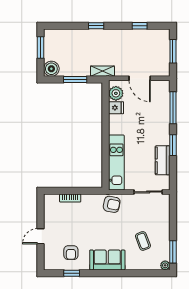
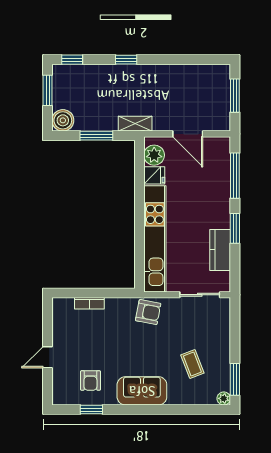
window: (140, 26) -> (72, 60), moved
kitchen unit: (116, 163) -> (155, 239), width x1.36

